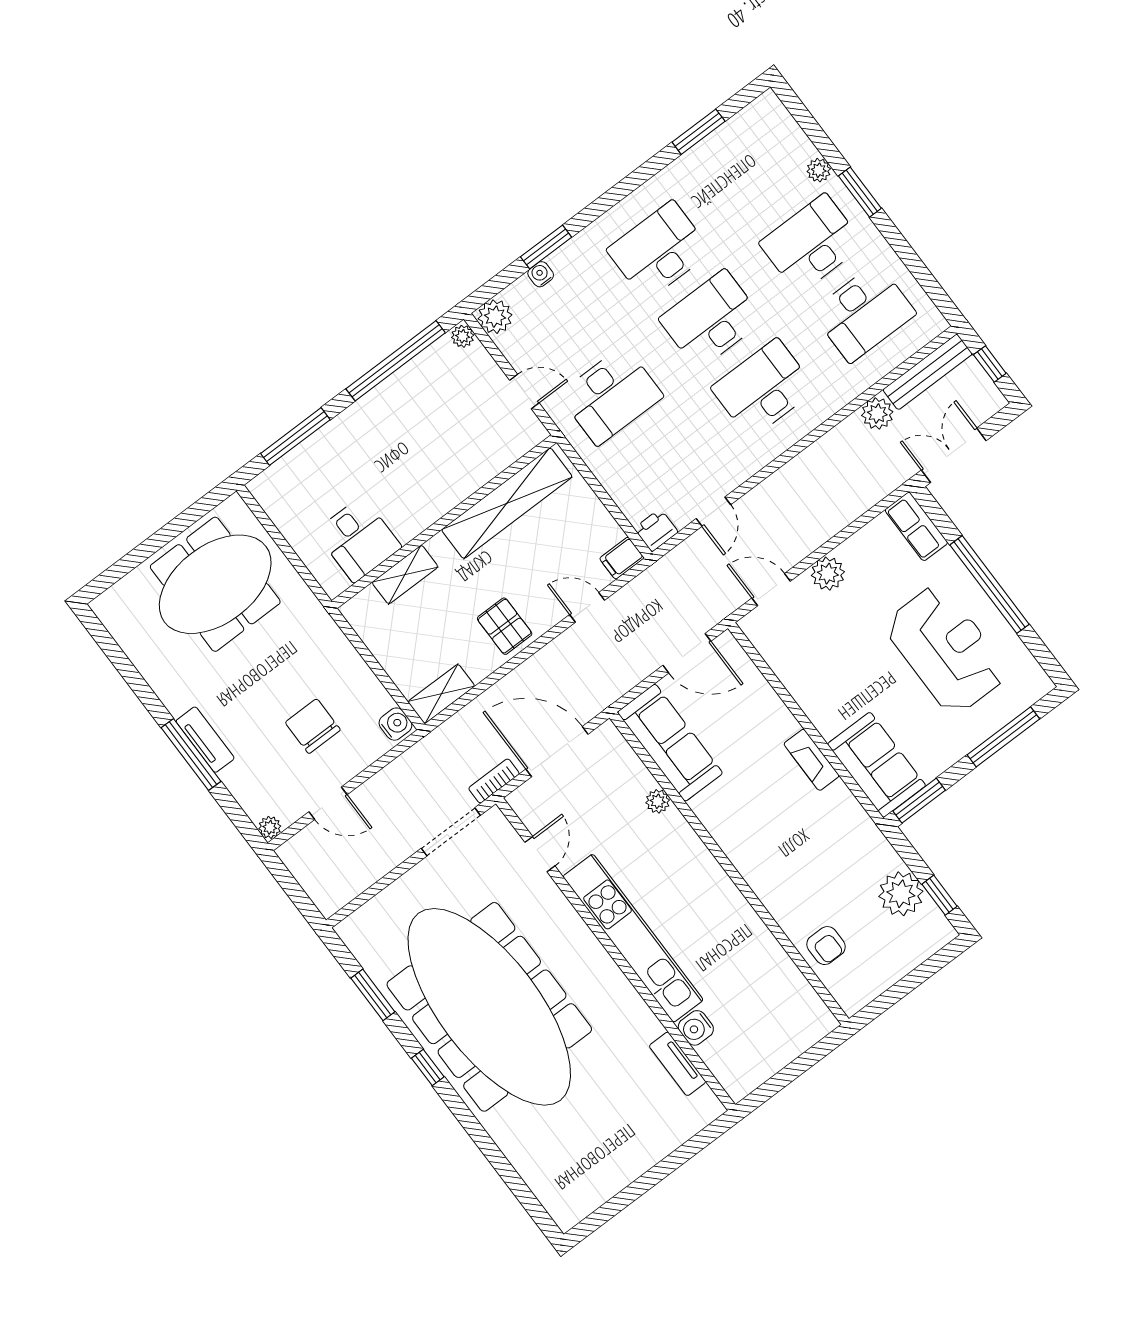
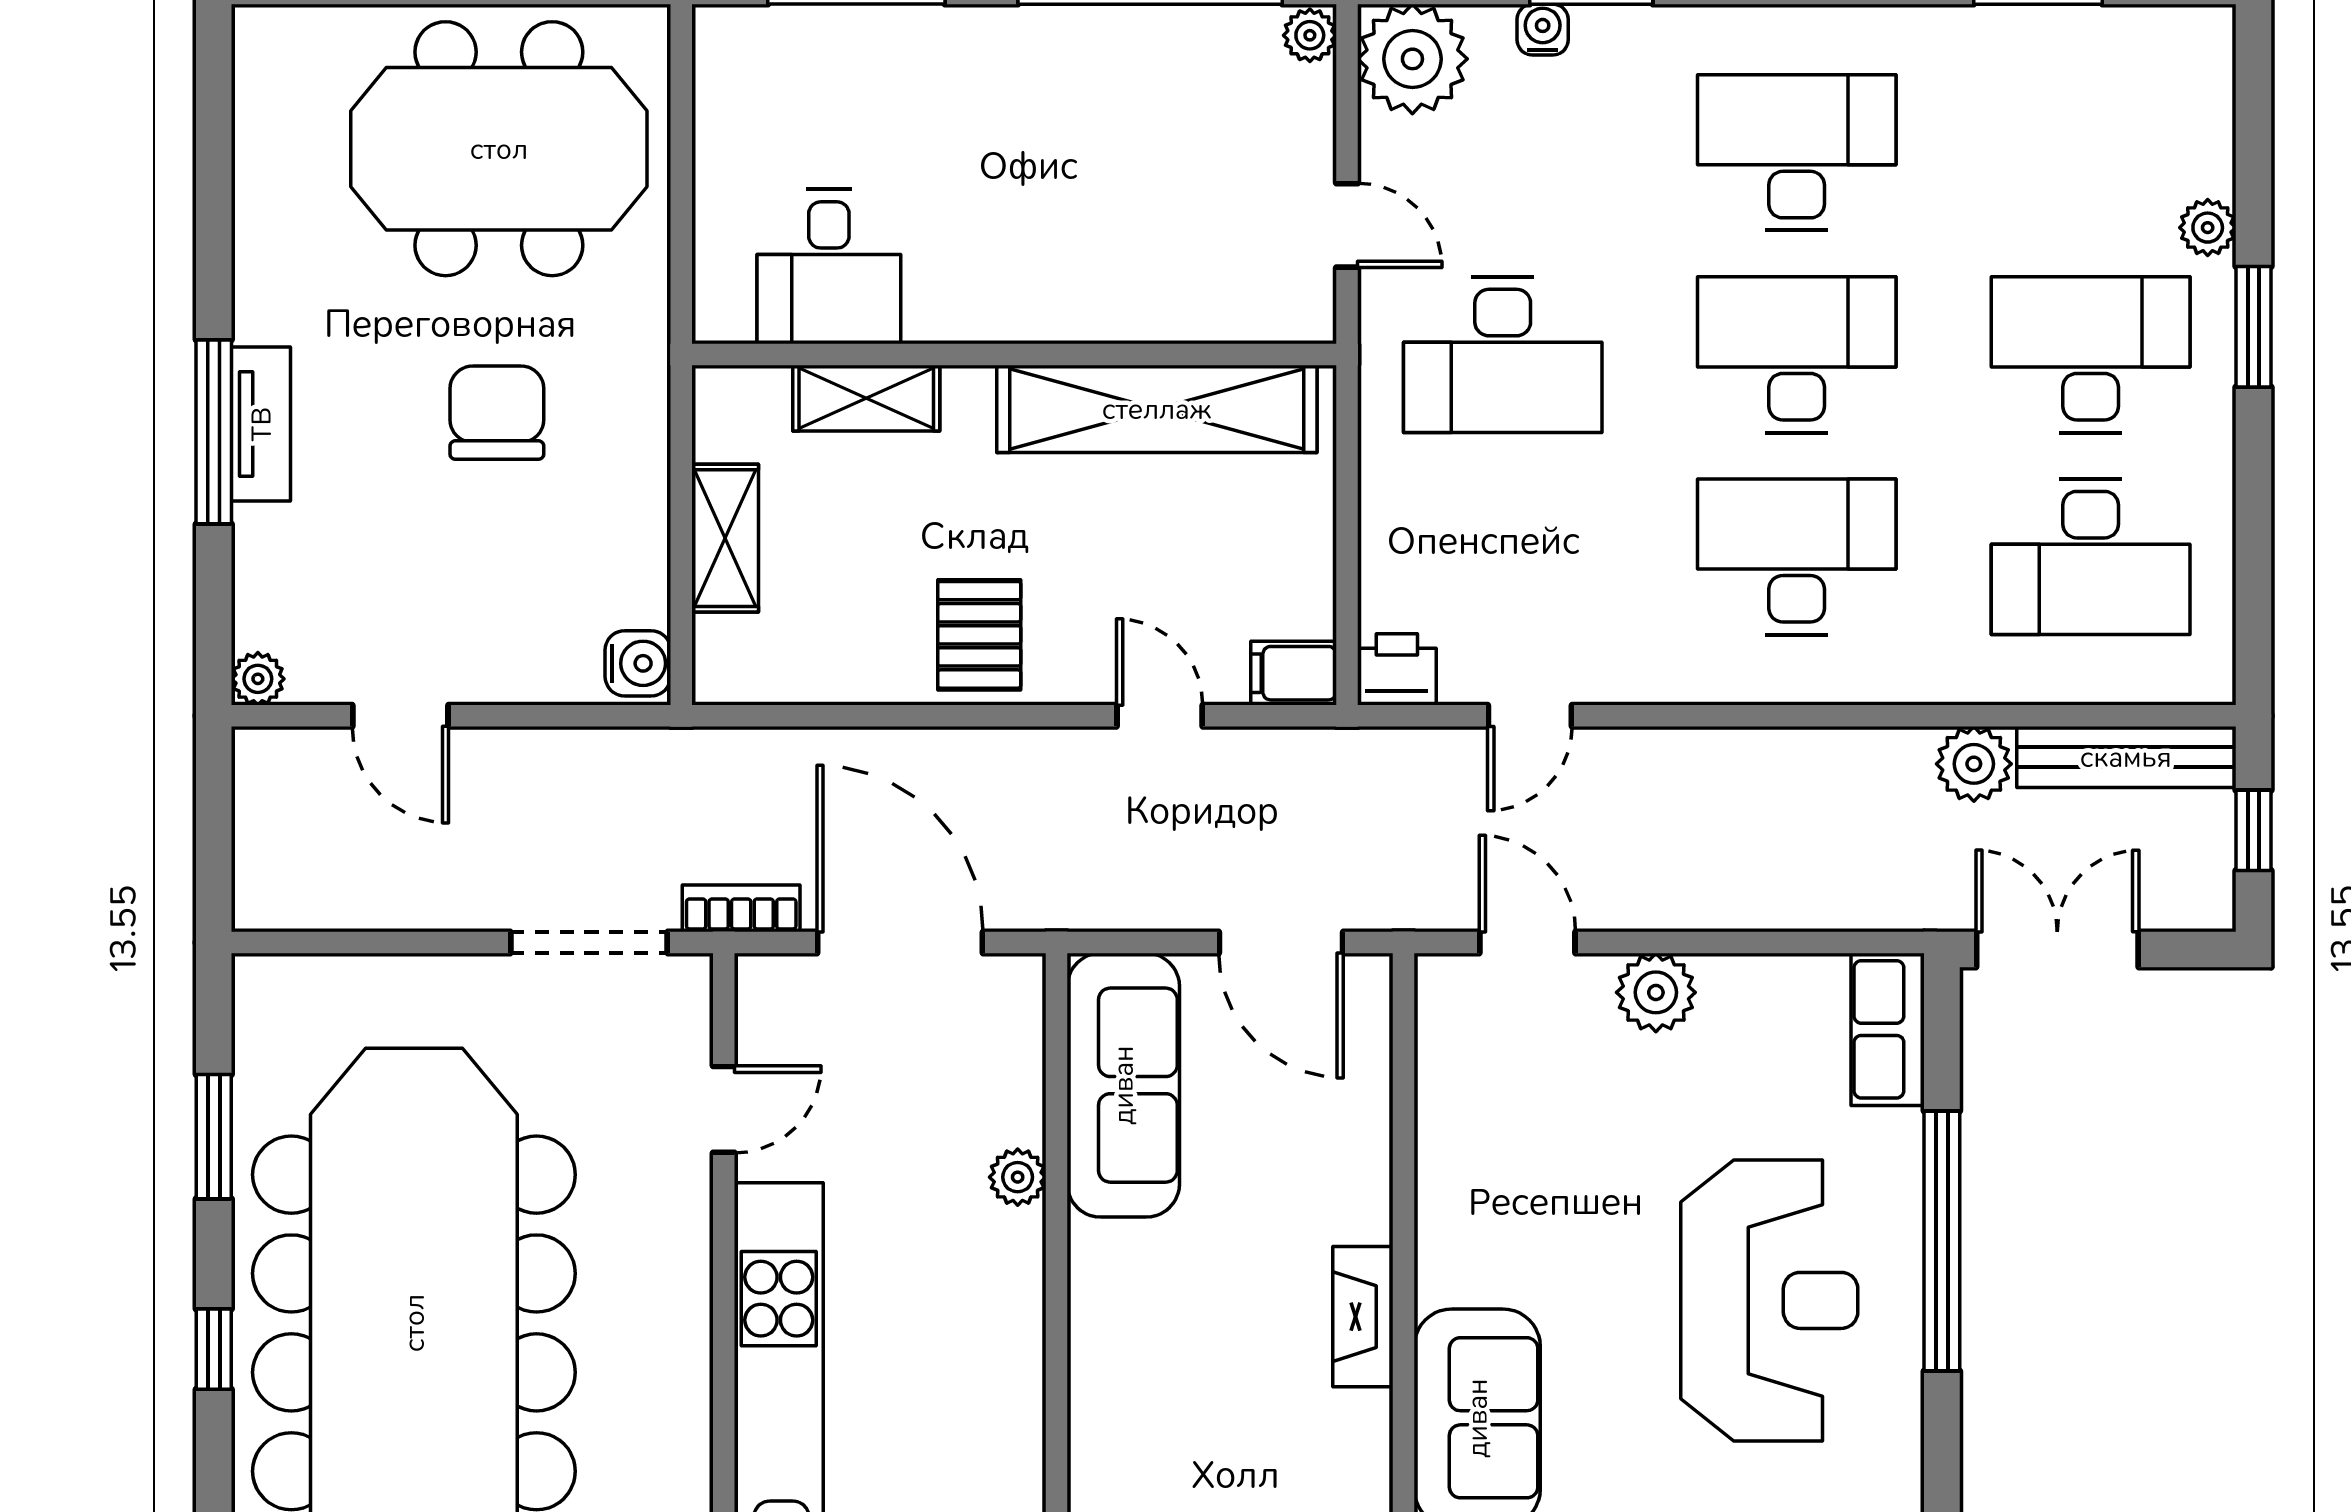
plant: (495, 317) -> (1412, 59), width x1.36, depth x1.36
shelving: (441, 694) -> (725, 538), moved, turned 90
chair: (313, 726) -> (497, 413), moved

